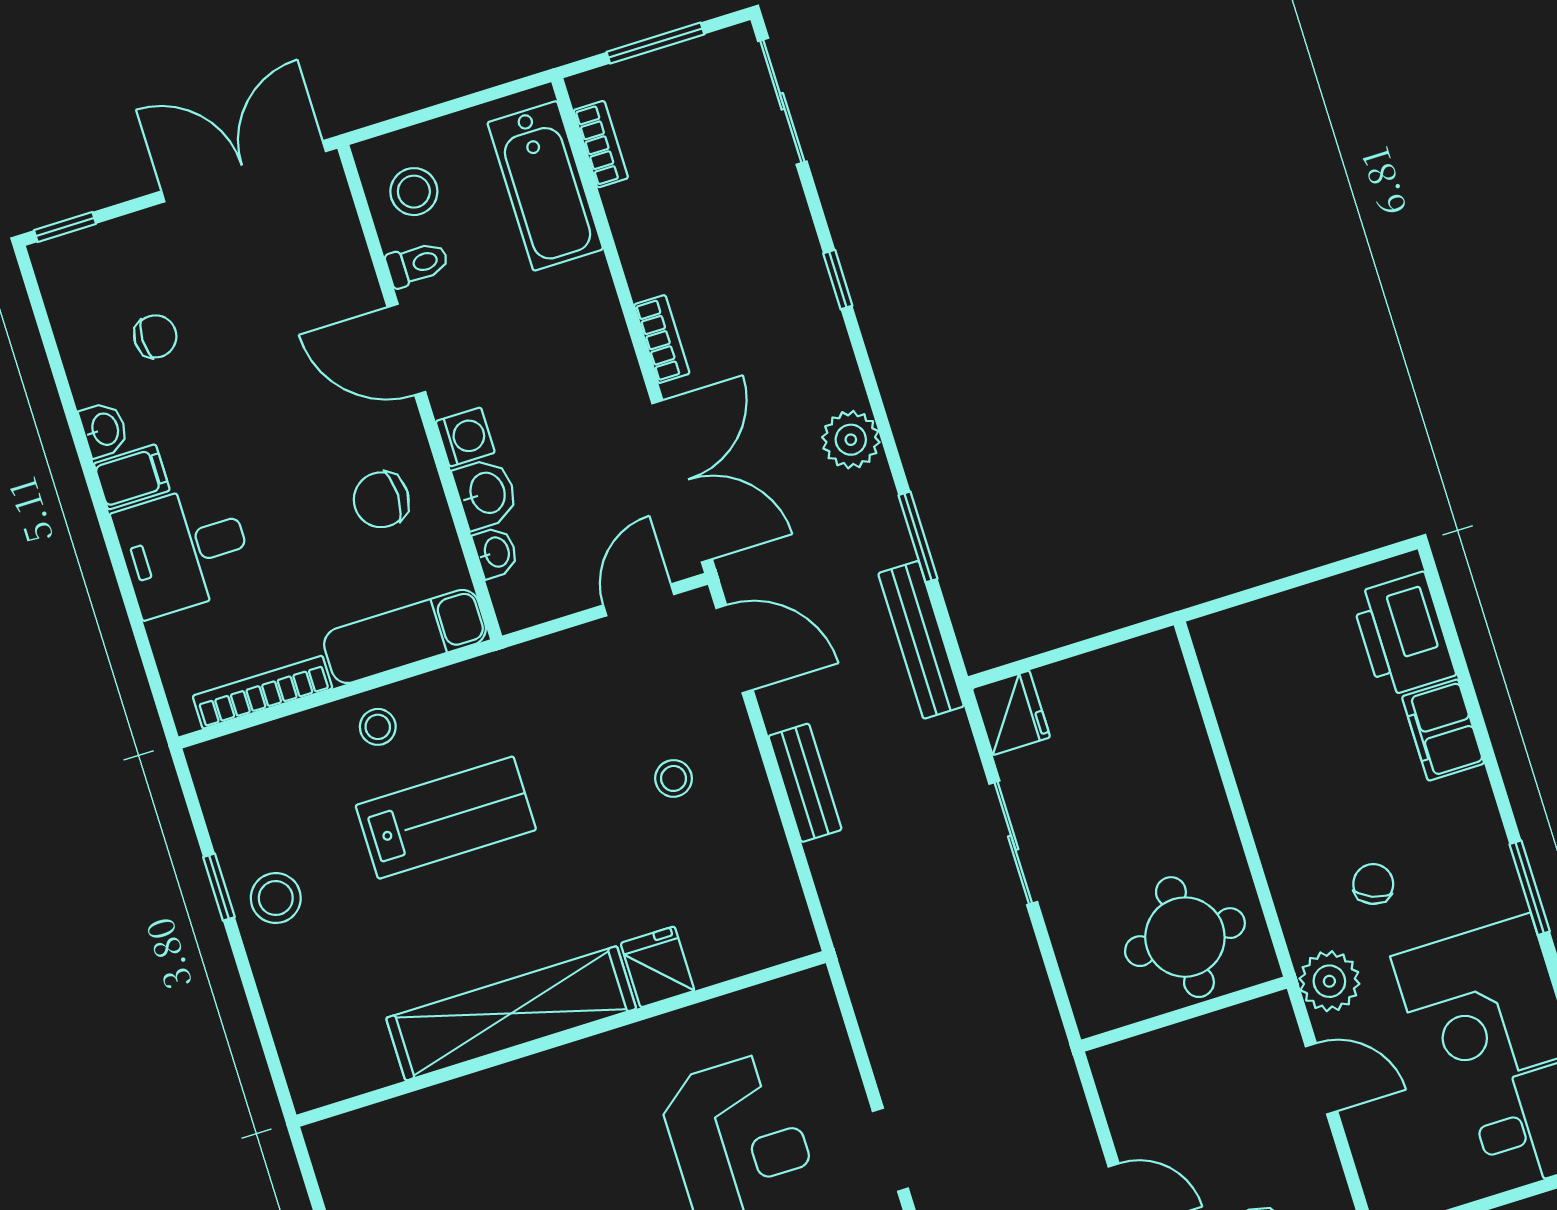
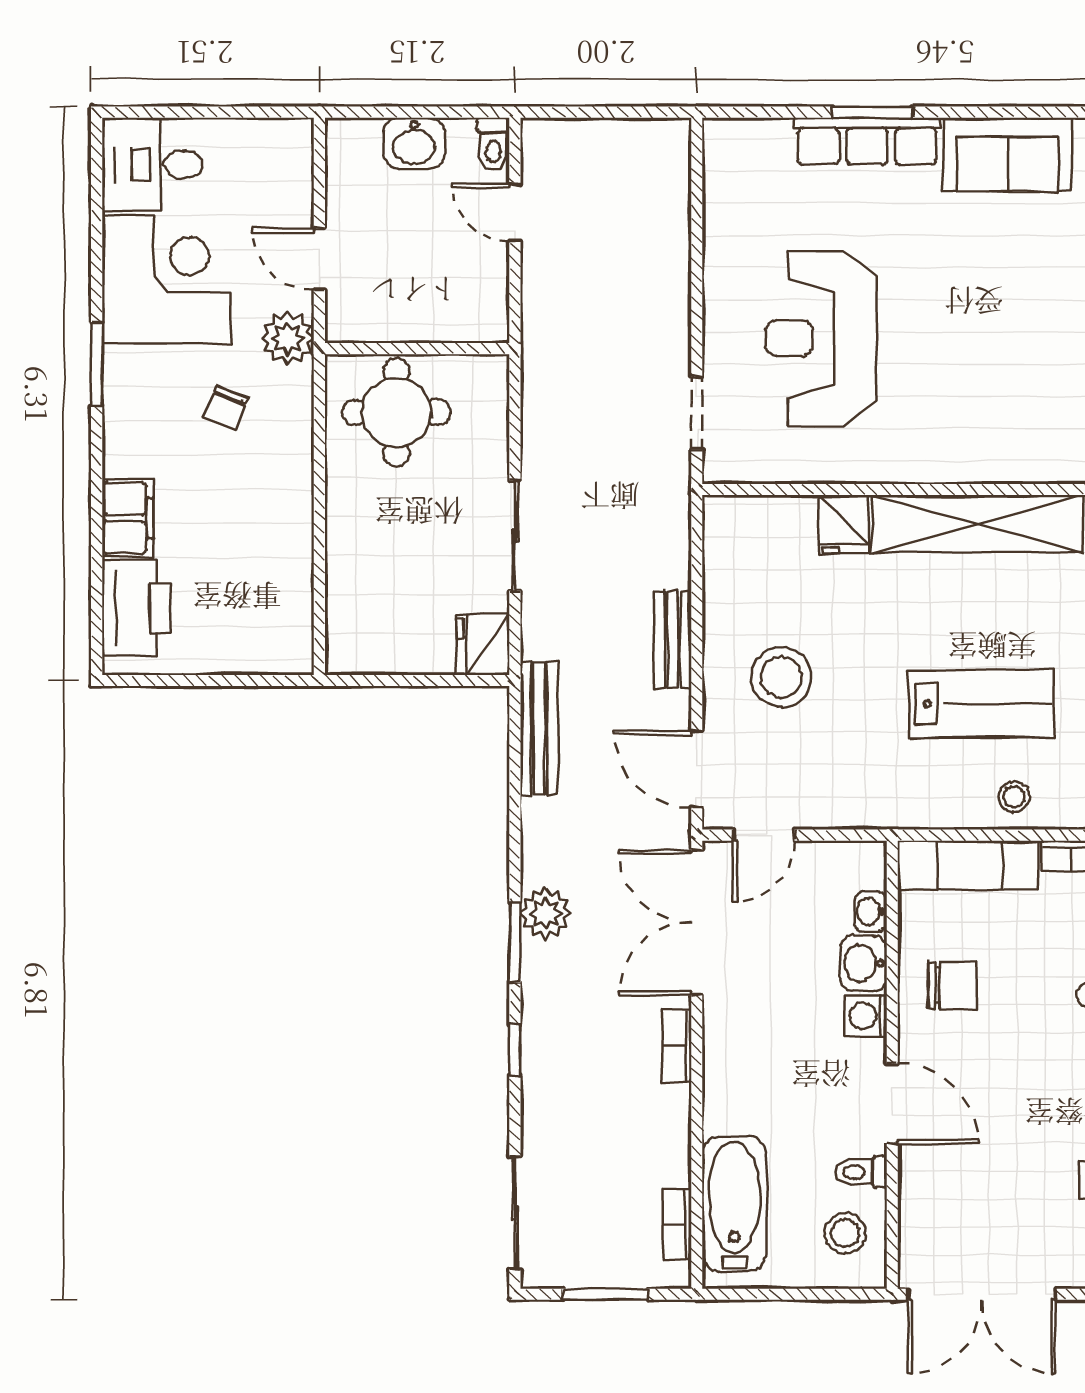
window: (918, 537) -> (515, 943), moved
stool: (674, 778) -> (781, 677), width x1.89, depth x1.89
lab bench: (446, 818) -> (981, 704), turned 180
doorway: (890, 1150) -> (697, 413), moved

